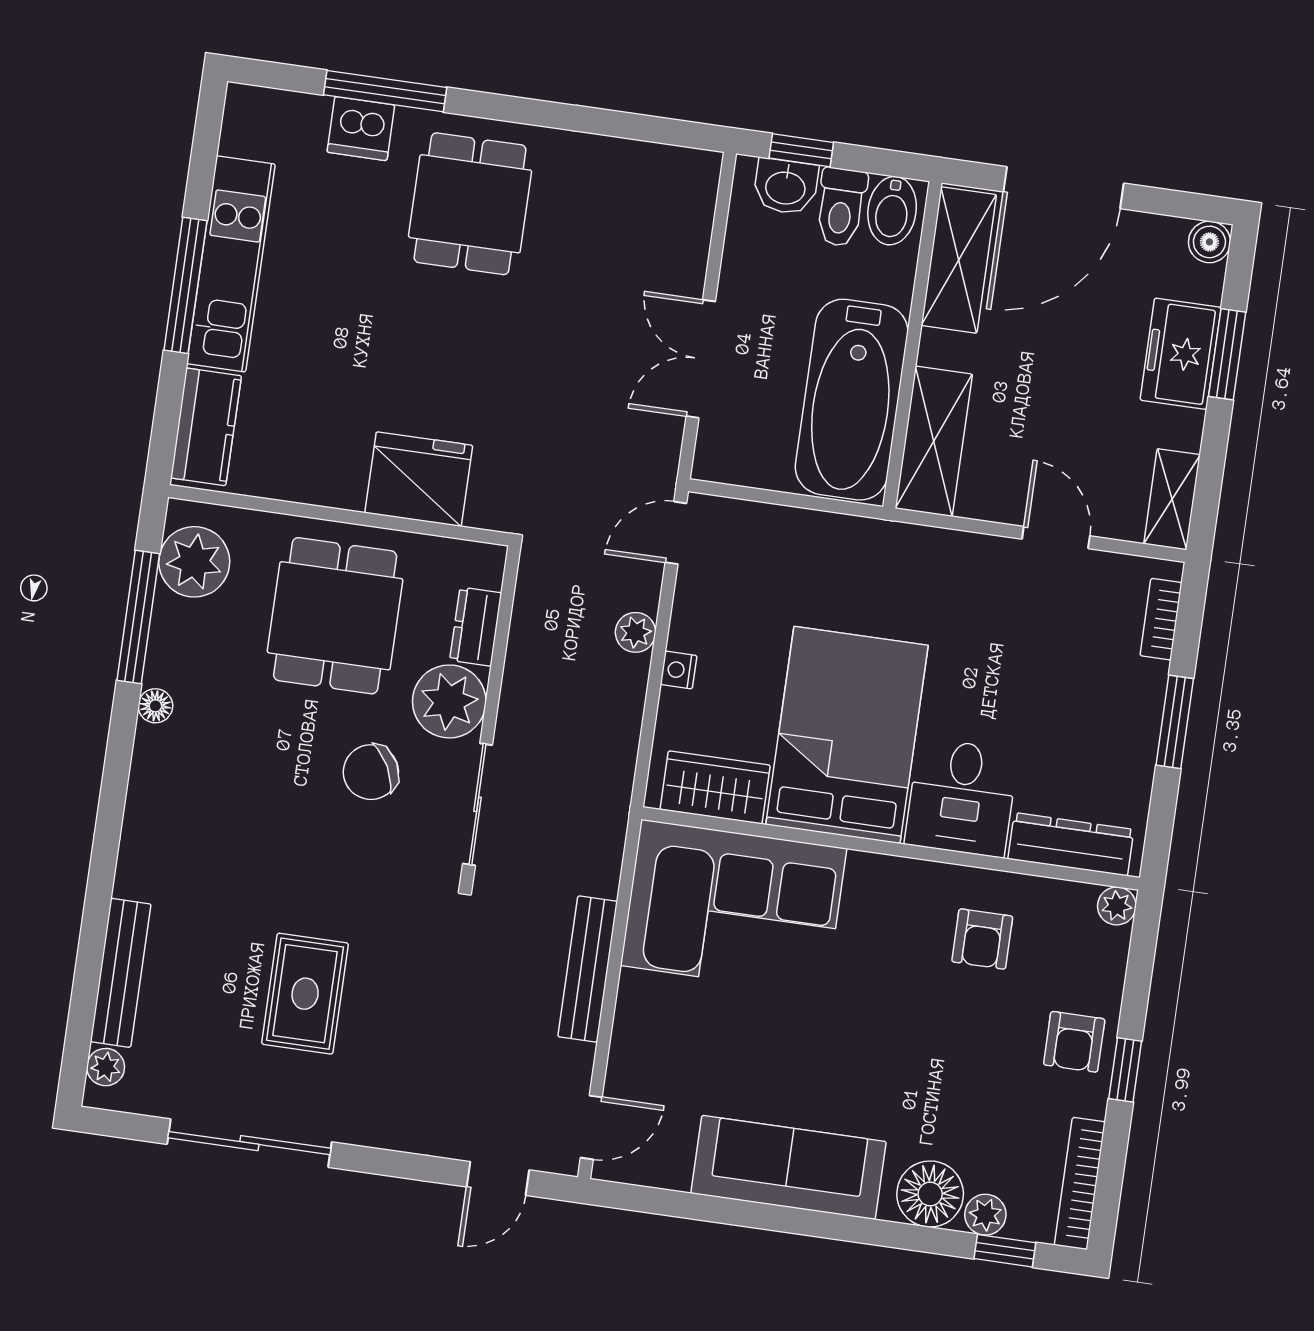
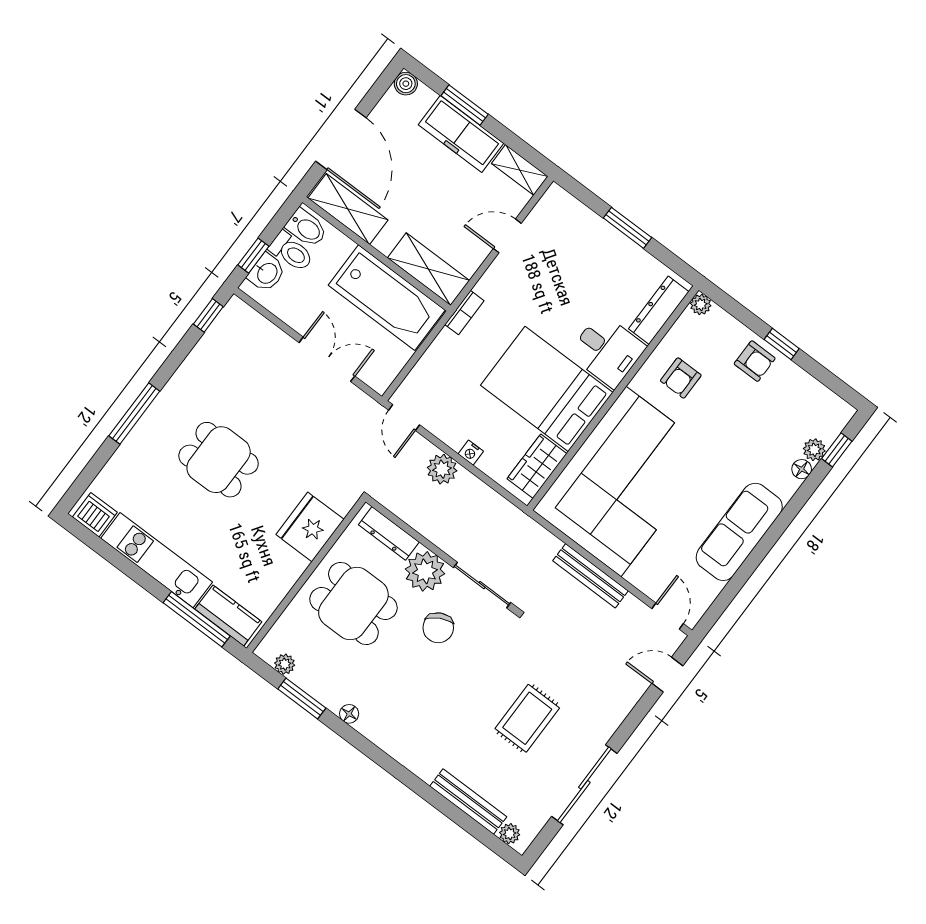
window: (385, 91) -> (134, 414), moved
dishwasher: (361, 129) -> (95, 515), moved, turned -90
window: (666, 131) -> (208, 315), added
dining table: (470, 204) -> (219, 460), moved
window: (185, 285) -> (197, 619), moved
freezer: (1181, 354) -> (461, 134), width x1.40
double door: (701, 359) -> (327, 359), swing flipped
plant: (194, 562) -> (285, 664), width x0.53, depth x0.53
window: (138, 617) -> (302, 699), width x0.69
bookcase: (1161, 619) -> (464, 313), moved, turned -90
dresser: (476, 627) -> (389, 533), width x1.44
plant: (636, 632) -> (442, 469), width x1.38, depth x1.38
corner sofa: (734, 907) -> (623, 481), width x1.36, depth x1.36
armchair: (982, 939) -> (681, 378), turned 90
rug: (305, 994) -> (527, 718), turned 90
door: (498, 1178) -> (667, 675), swing flipped
bookcase: (1080, 1183) -> (824, 396), removed
floor lamp: (930, 1194) -> (802, 469), width x0.53, depth x0.53

